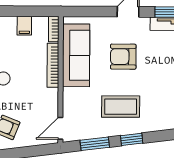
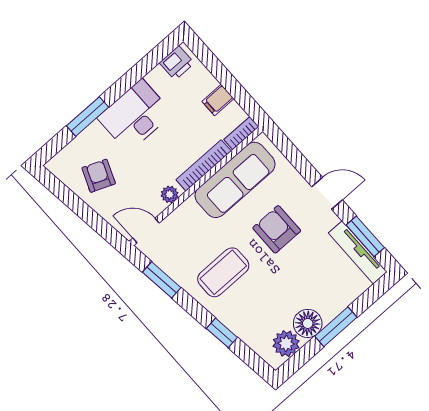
plant: (52, 98) -> (170, 194), added
coffee table: (121, 107) -> (223, 272), turned 90
window: (132, 139) -> (222, 333), moved

